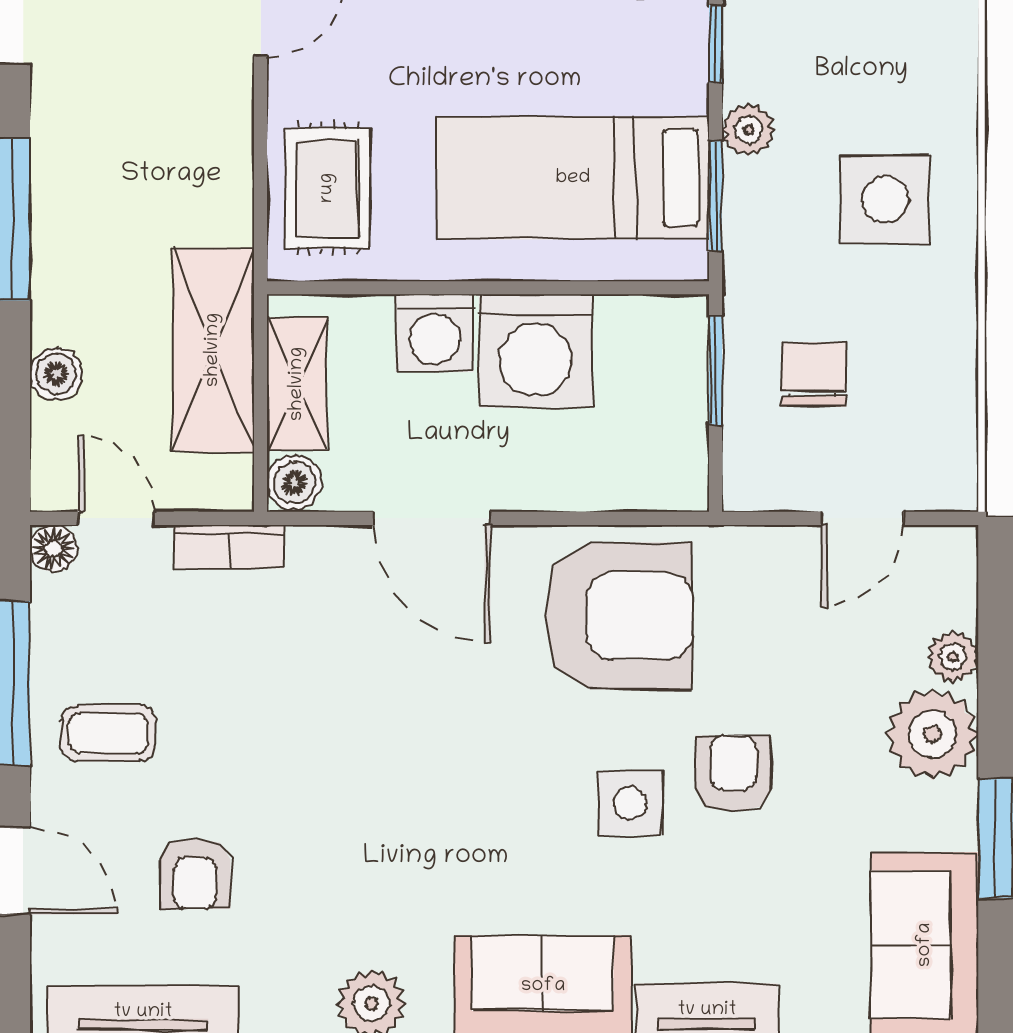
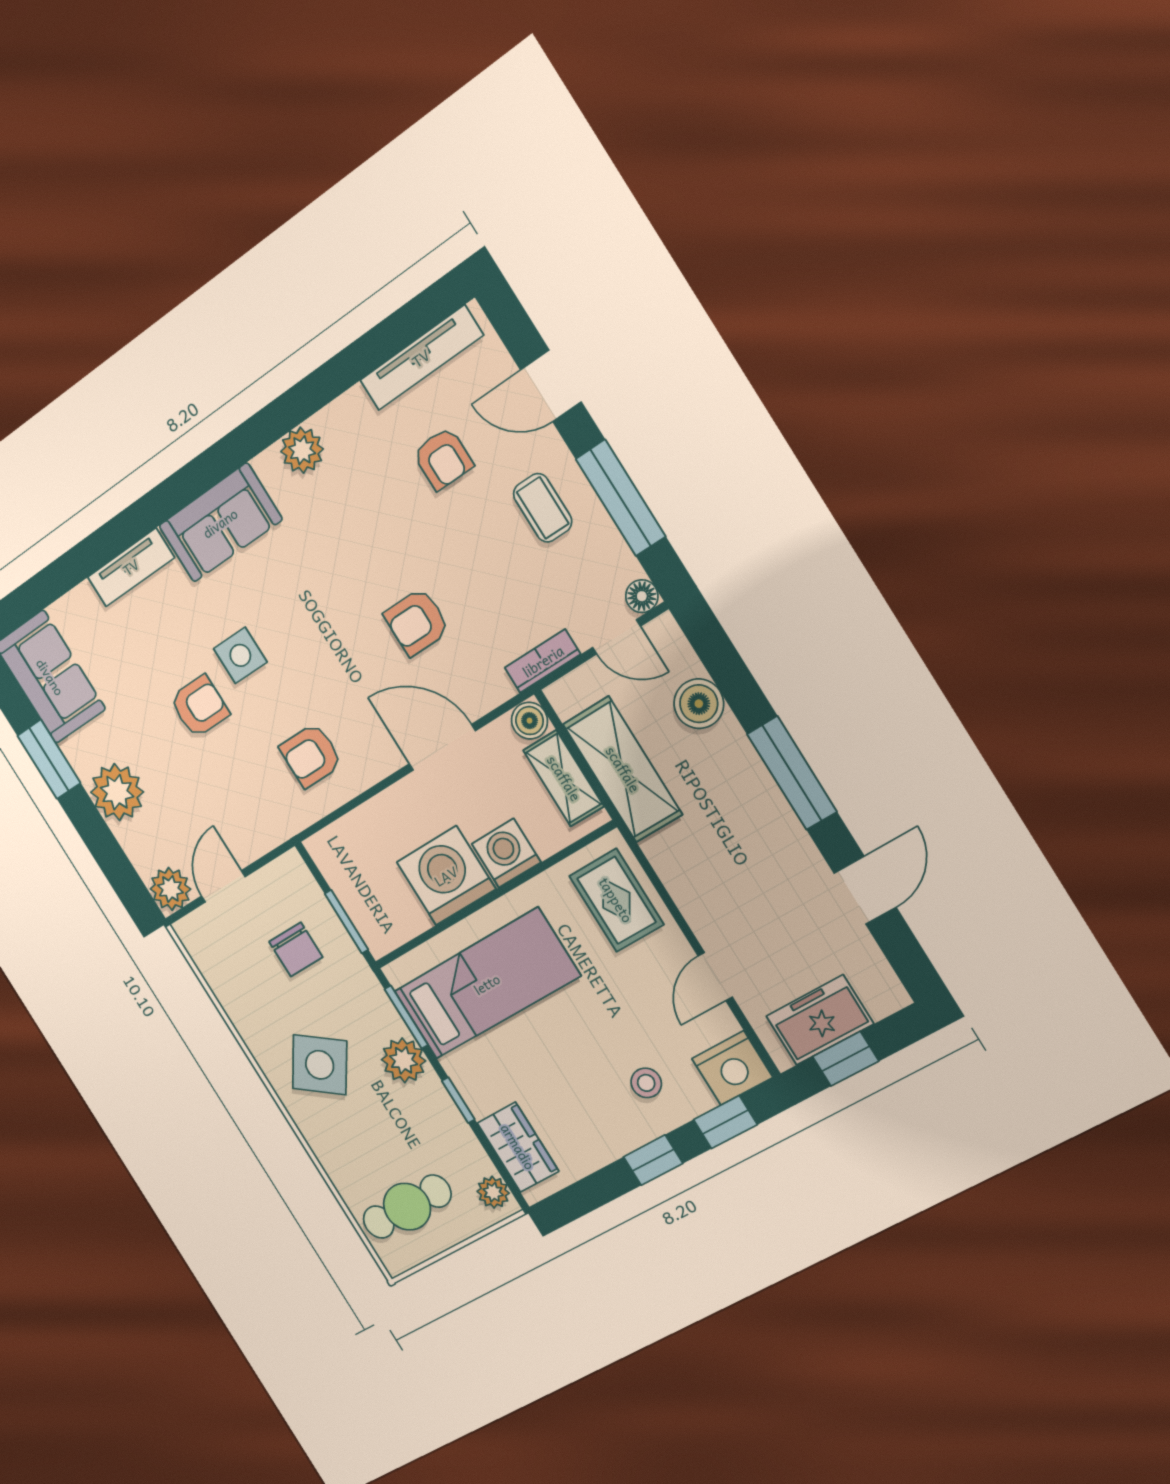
plant: (748, 130) -> (404, 1060), width x1.38, depth x1.38
side table: (885, 199) -> (320, 1065), turned 35
boiler: (56, 374) -> (699, 704), width x1.36, depth x1.36
armchair: (619, 616) -> (311, 755), width x0.53, depth x0.53
plant: (953, 657) -> (170, 889), moved, width x1.38, depth x1.38
armchair: (361, 696) -> (417, 622), added
coffee table: (108, 733) -> (543, 508), turned 90
armchair: (733, 774) -> (199, 706), turned -90
armchair: (195, 874) -> (443, 459), turned 180

